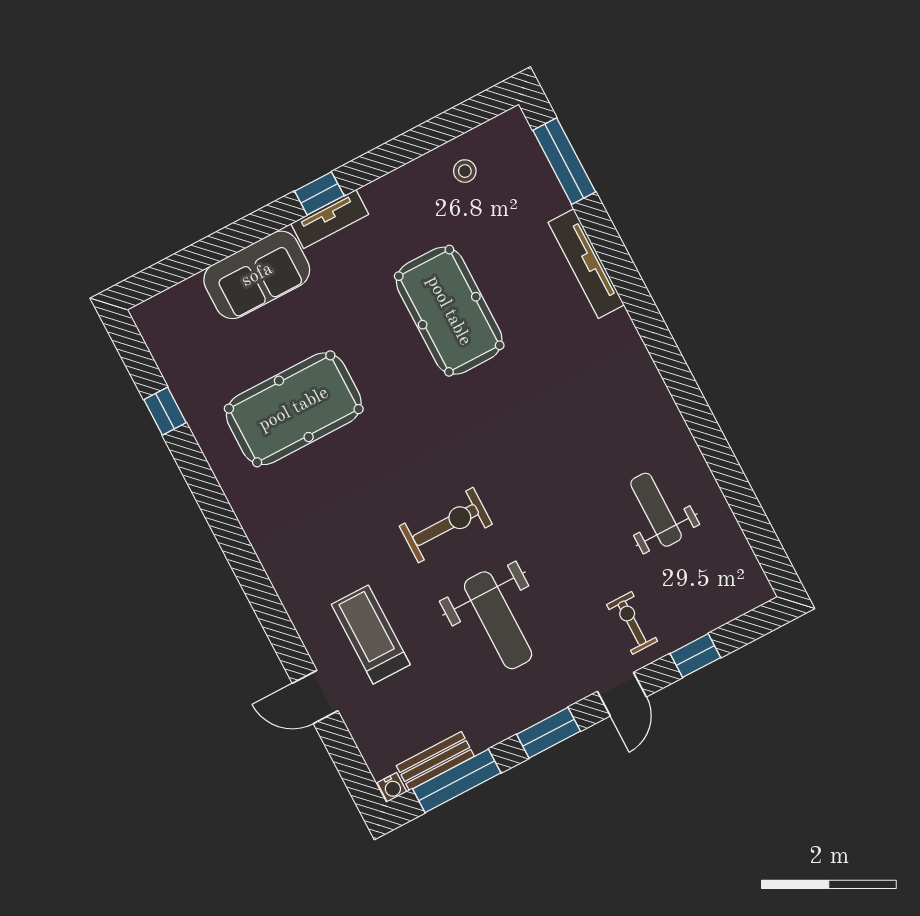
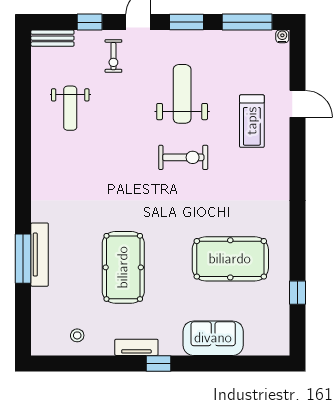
window: (564, 161) -> (23, 259), moved
tv unit: (330, 219) -> (136, 347), moved
exercise bike: (446, 525) -> (183, 157), turned 180
bench: (435, 761) -> (52, 38), moved

